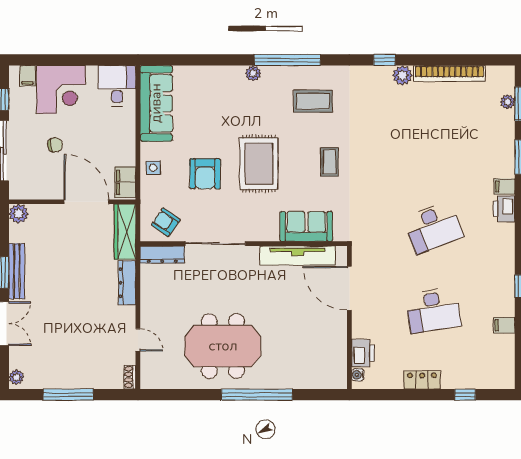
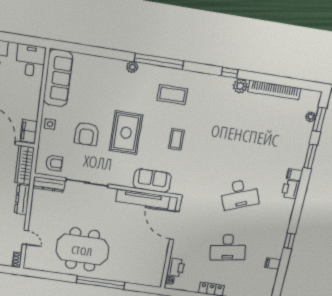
armchair: (166, 222) -> (54, 163), turned 145

